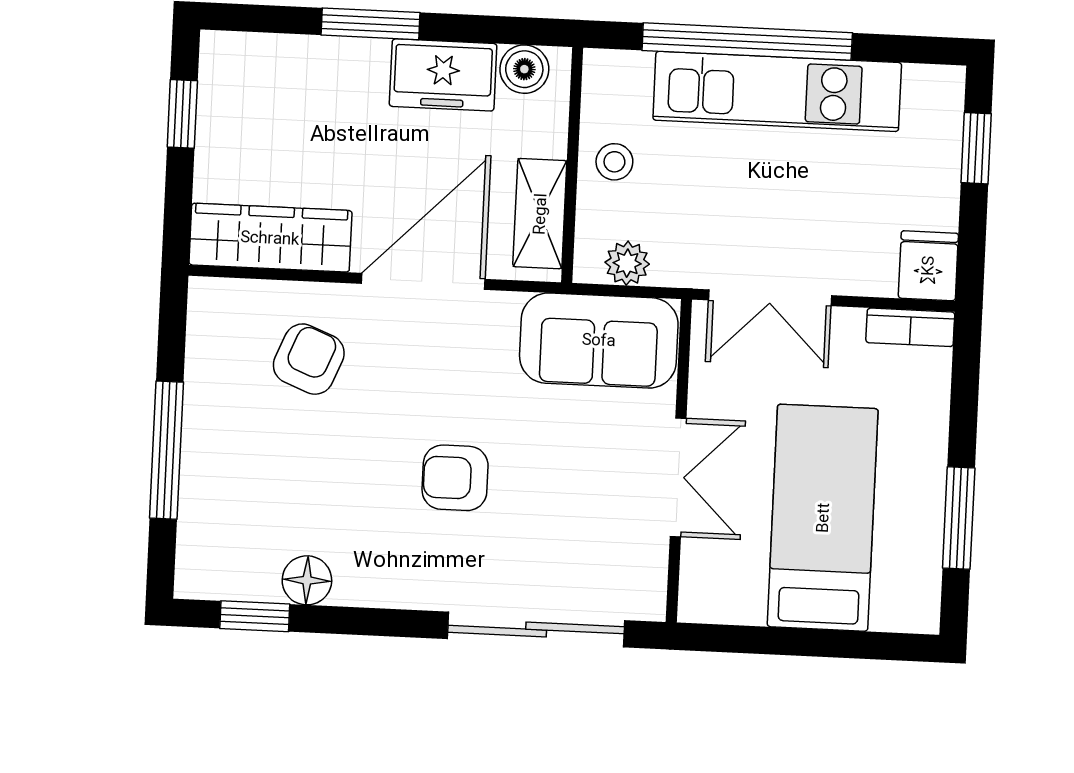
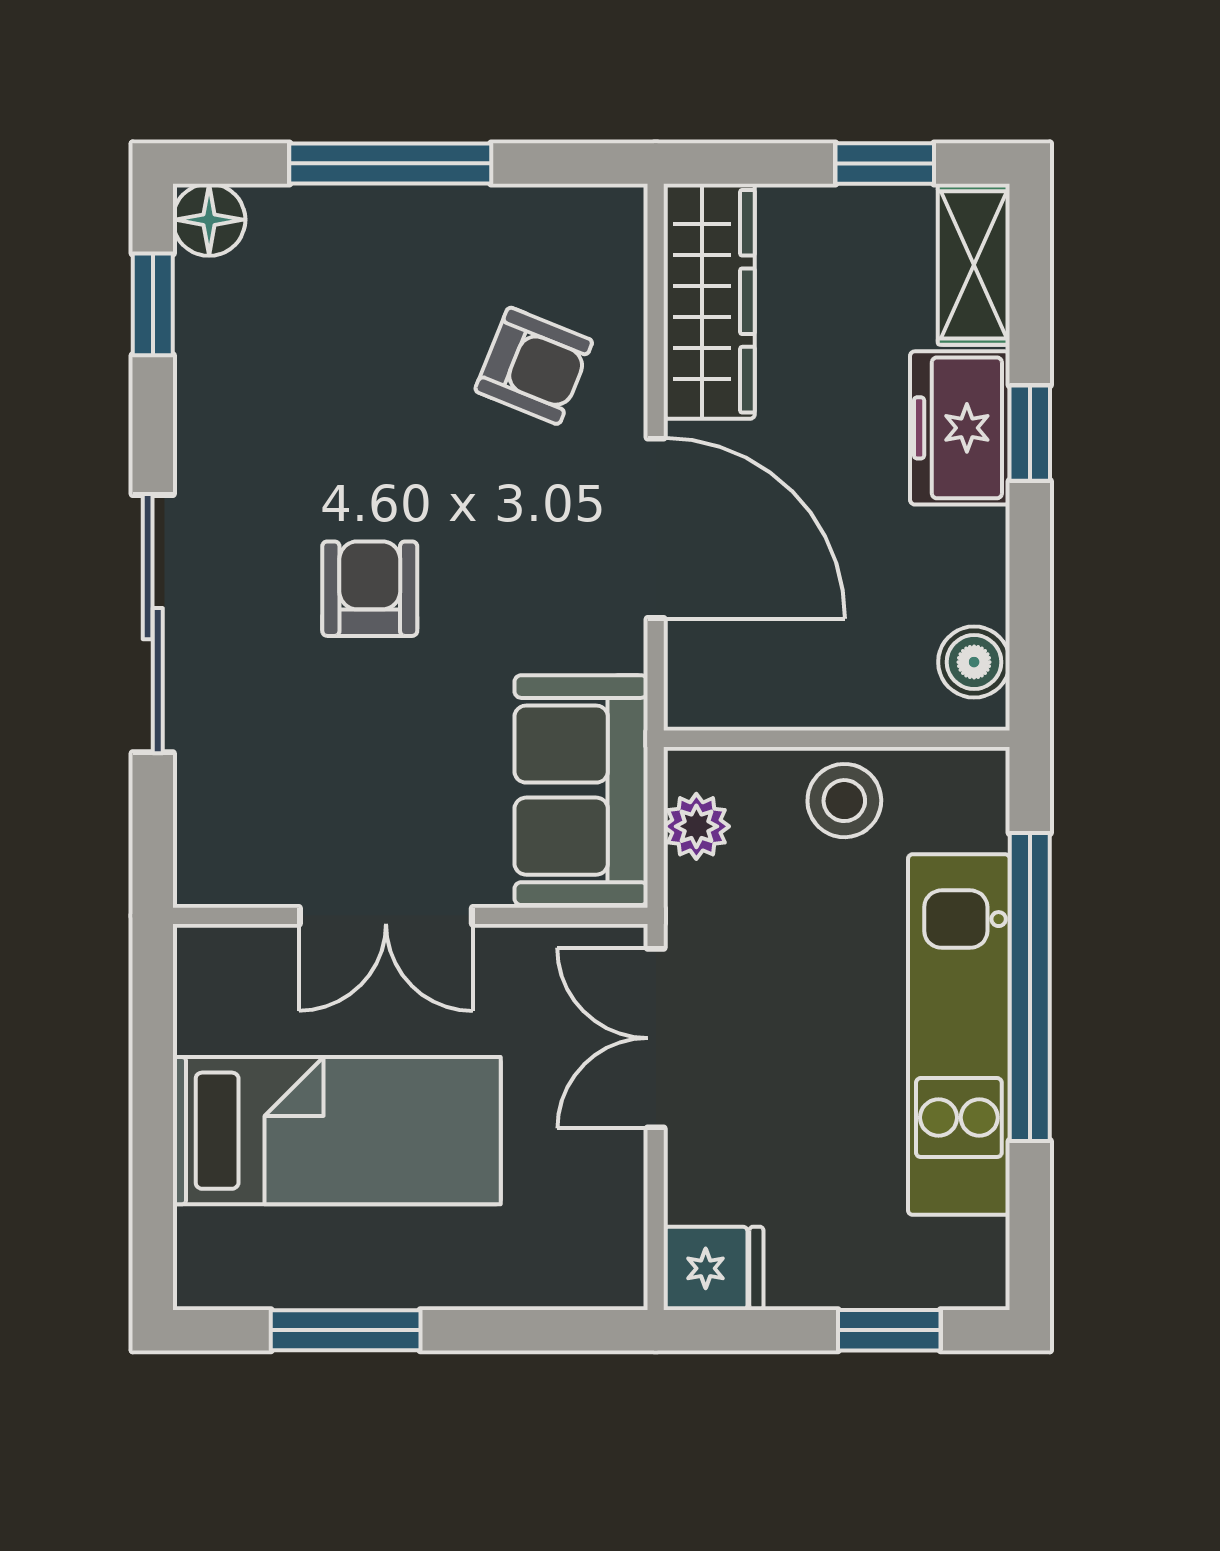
window: (370, 24) -> (1030, 433), width x0.67
freezer: (443, 75) -> (960, 428), moved
stool: (614, 162) -> (844, 801), width x1.37, depth x1.37
shelving: (540, 214) -> (974, 265), moved, turned 90
bookcase: (910, 327) -> (622, 1246), removed
floor lamp: (307, 580) -> (209, 220), moved
sliding door: (536, 630) -> (153, 624), moved

